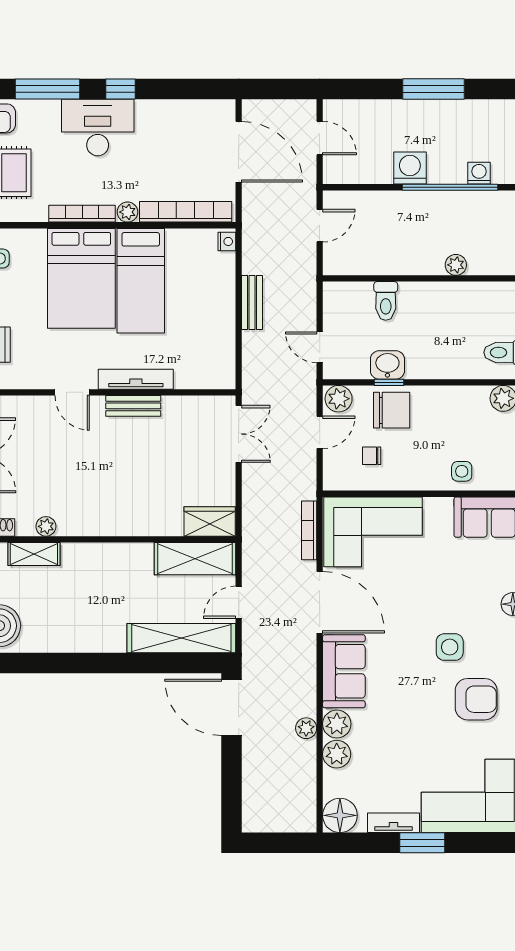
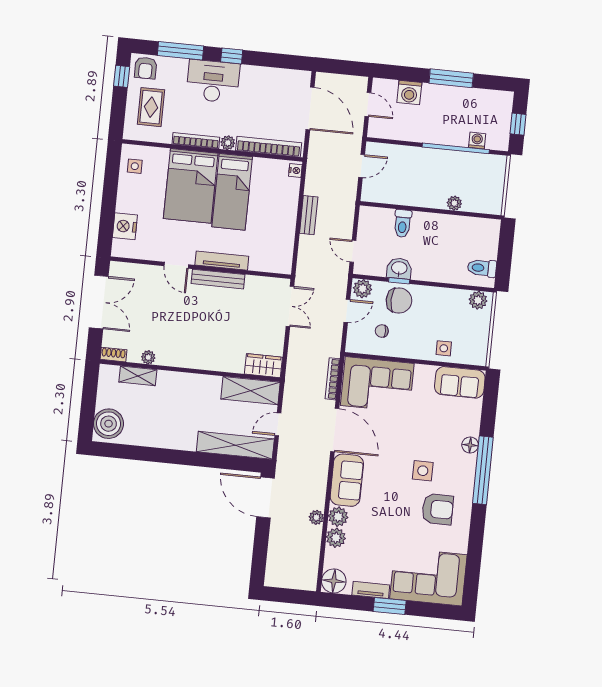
washing machine: (410, 168) -> (409, 93), moved, turned 180
bench: (133, 406) -> (218, 279), width x1.36

